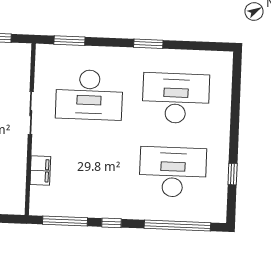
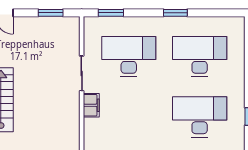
desk: (89, 95) -> (129, 56), turned 180
filing cabinet: (40, 171) -> (91, 105), moved

